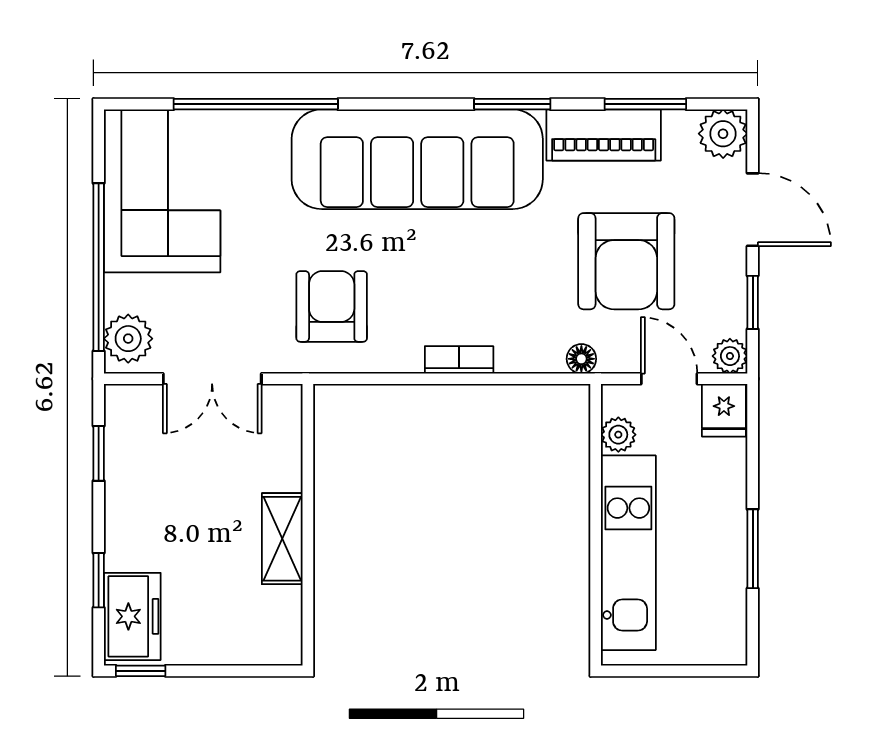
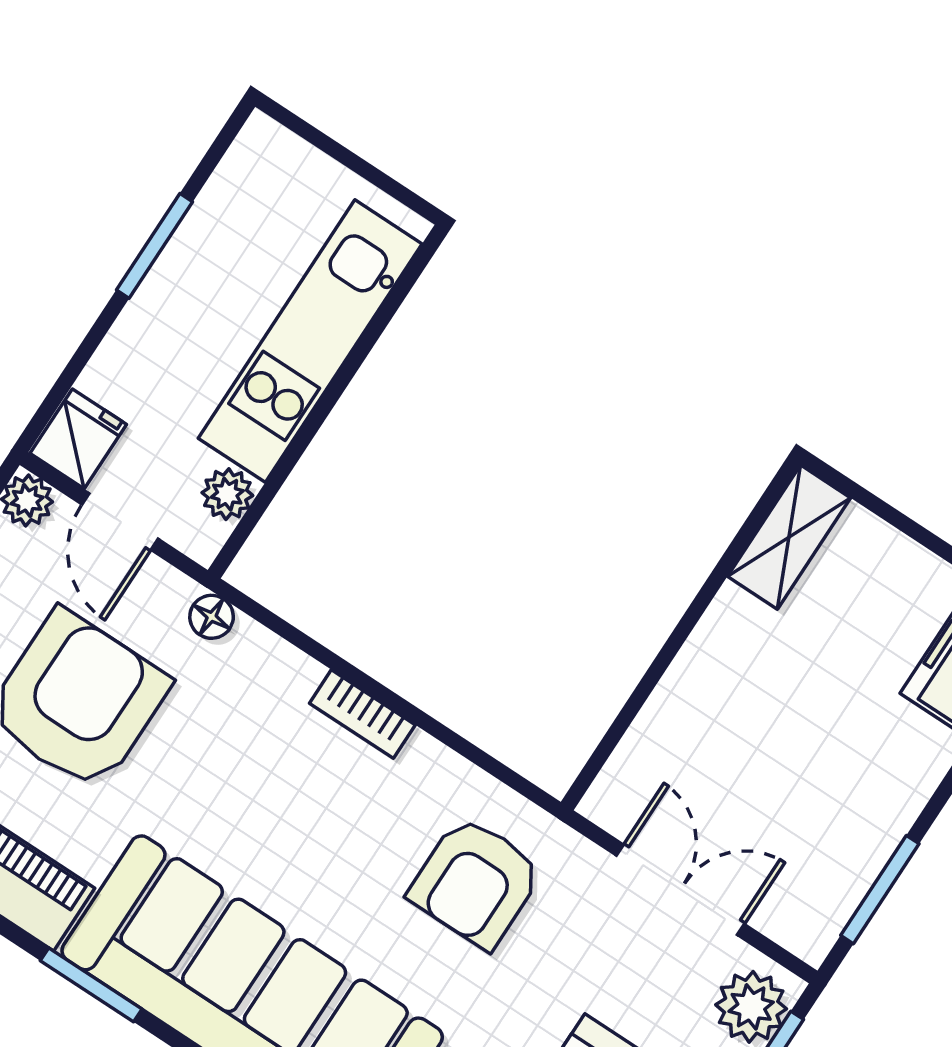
window: (99, 453) -> (880, 890), width x1.50
shelving: (282, 539) -> (789, 537), moved

